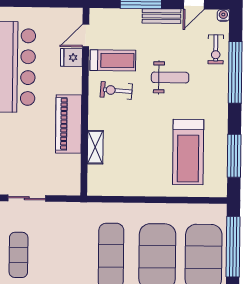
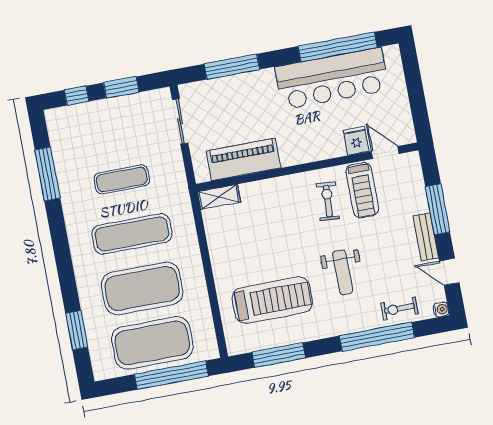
weight bench: (170, 77) -> (343, 272), moved
piano: (69, 124) -> (243, 159), moved
shelving: (95, 147) -> (219, 197), moved
treadmill: (188, 152) -> (272, 300), turned 180
exercise mat: (18, 255) -> (122, 179), moved

